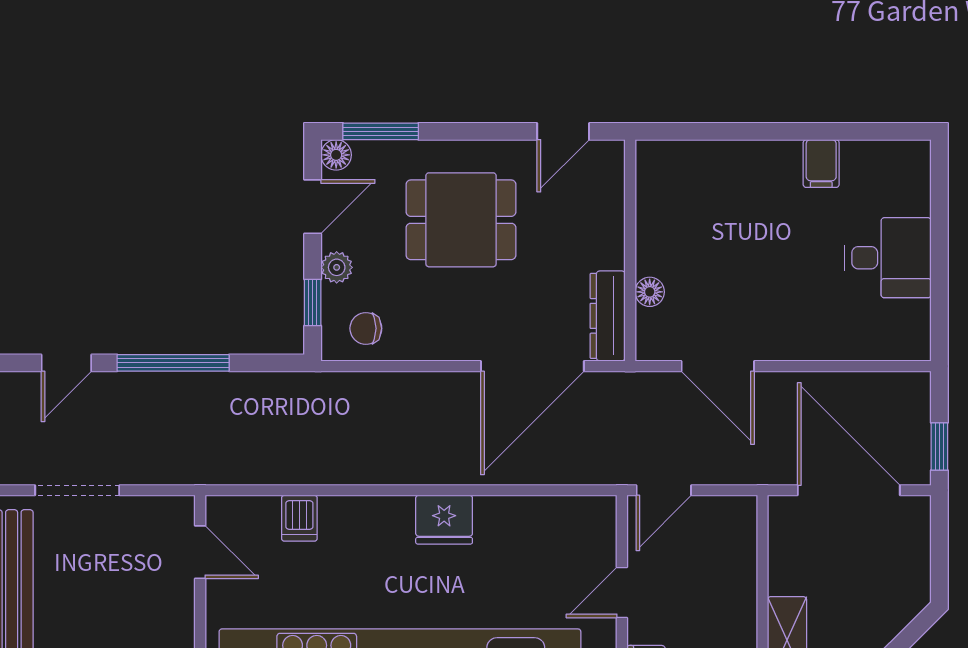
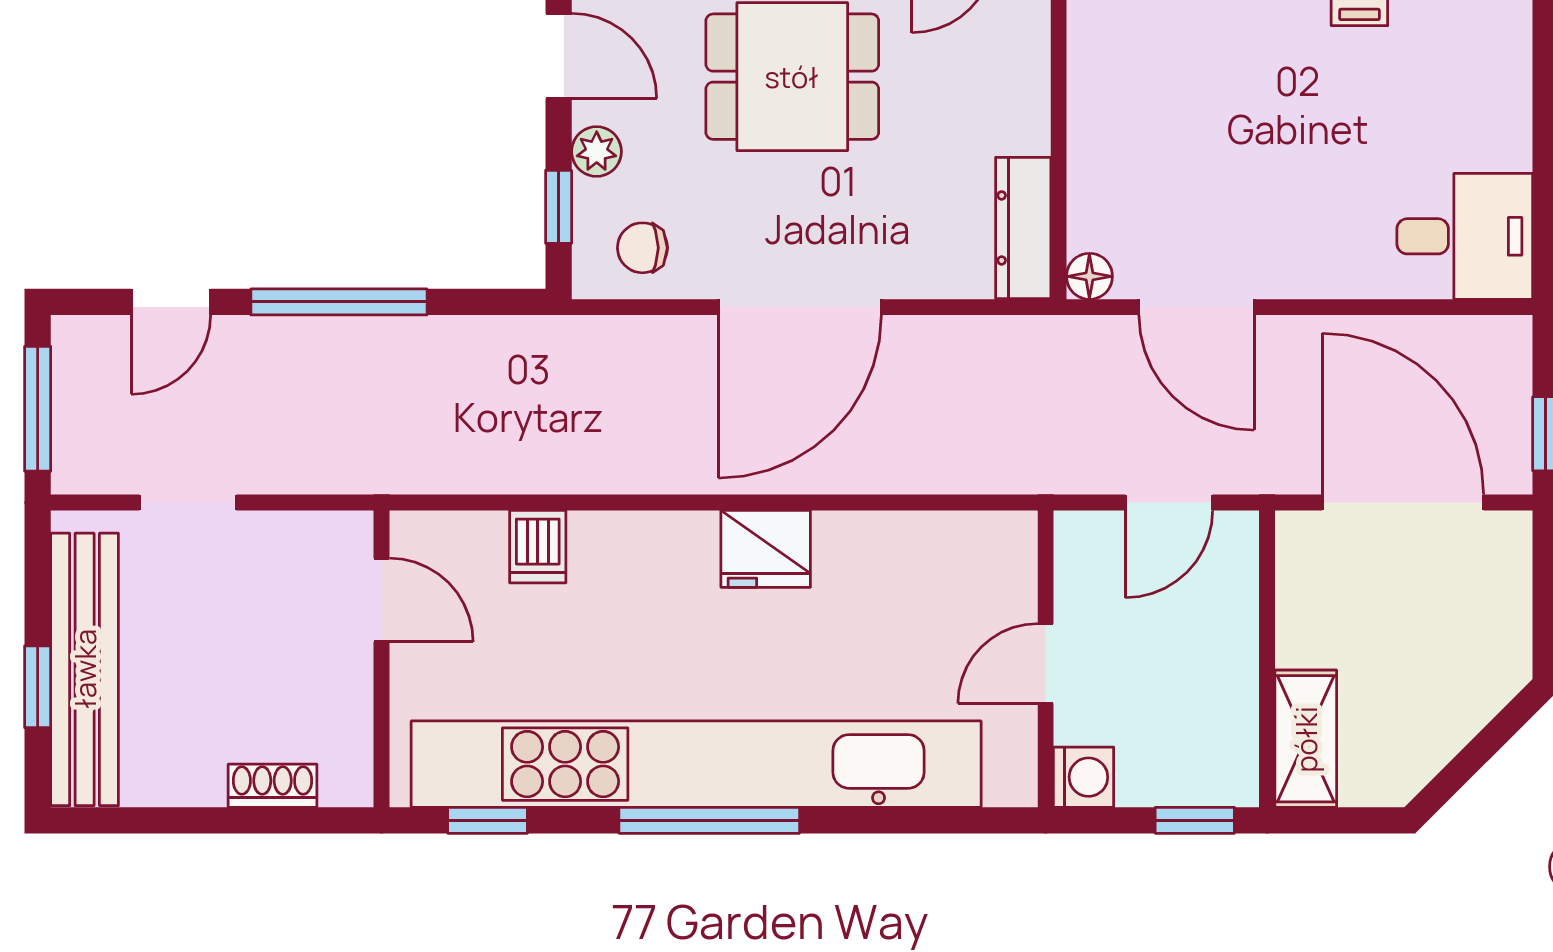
door: (313, 207) -> (559, 56), hinge flipped
desk: (888, 258) -> (1465, 236), moved
floor lamp: (650, 292) -> (1089, 276), moved
door: (532, 366) -> (800, 307), moved
doorway: (77, 490) -> (188, 503), width x0.73
door: (664, 490) -> (1169, 503), moved

